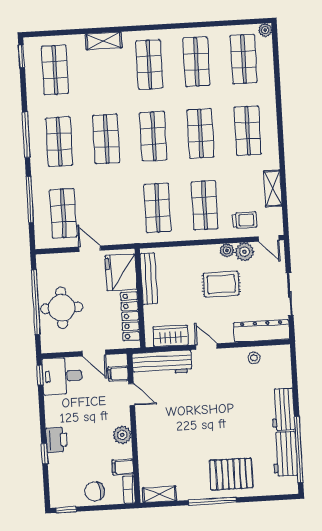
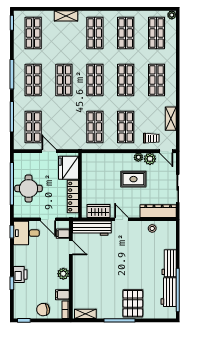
bench: (149, 279) -> (86, 173), removed
pallet: (231, 474) -> (133, 303), turned 90

